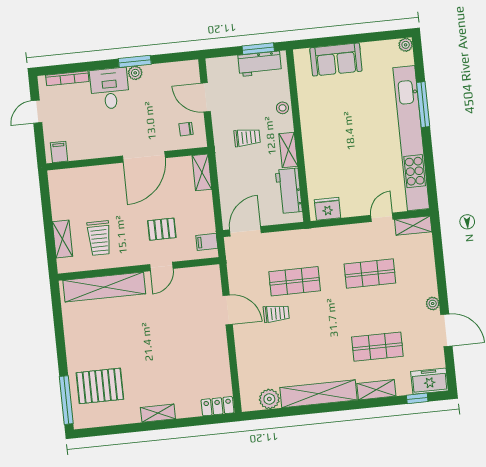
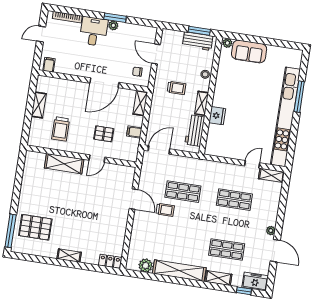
plant: (406, 45) -> (227, 43), moved
fridge: (328, 209) -> (217, 116), moved, turned 90
shelving: (62, 239) -> (39, 105), moved
filing cabinet: (207, 242) -> (134, 132), moved
shelving: (104, 287) -> (64, 164), width x0.68

